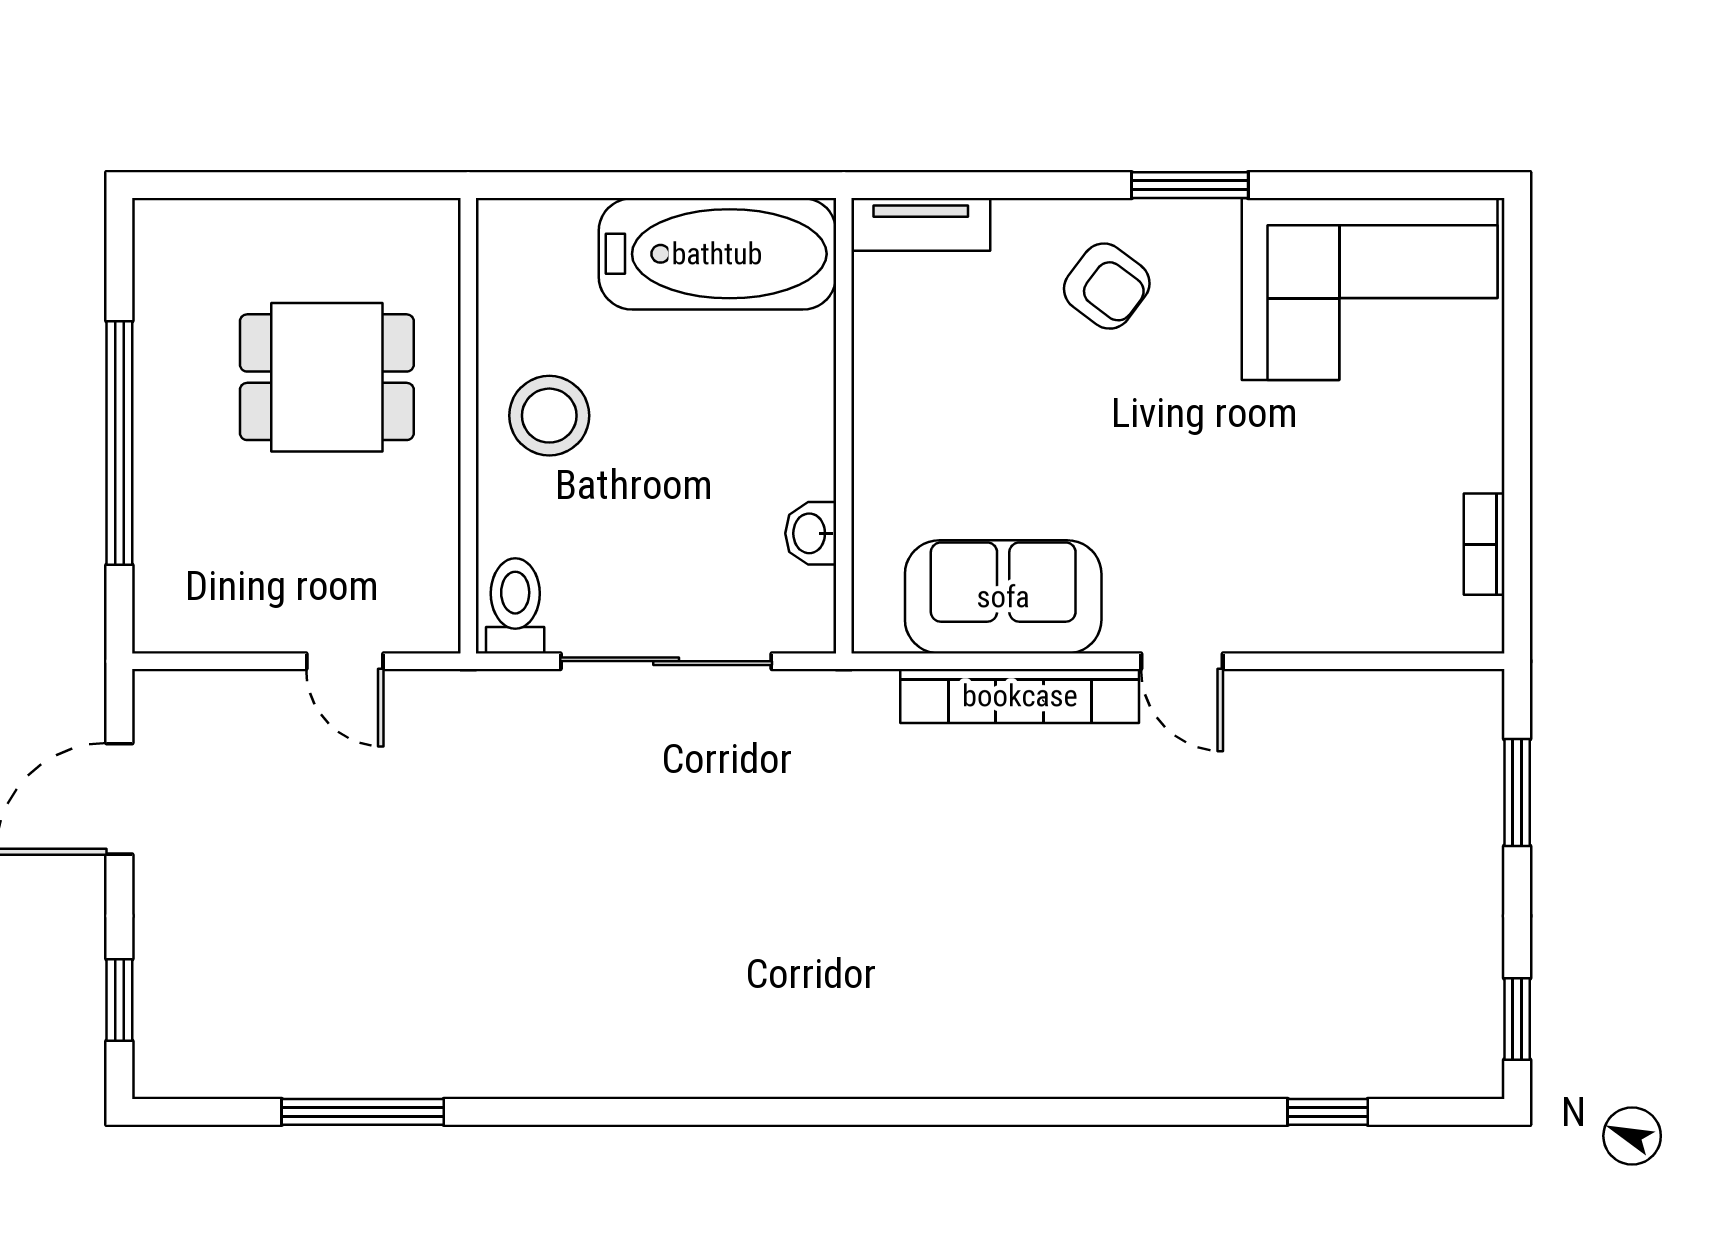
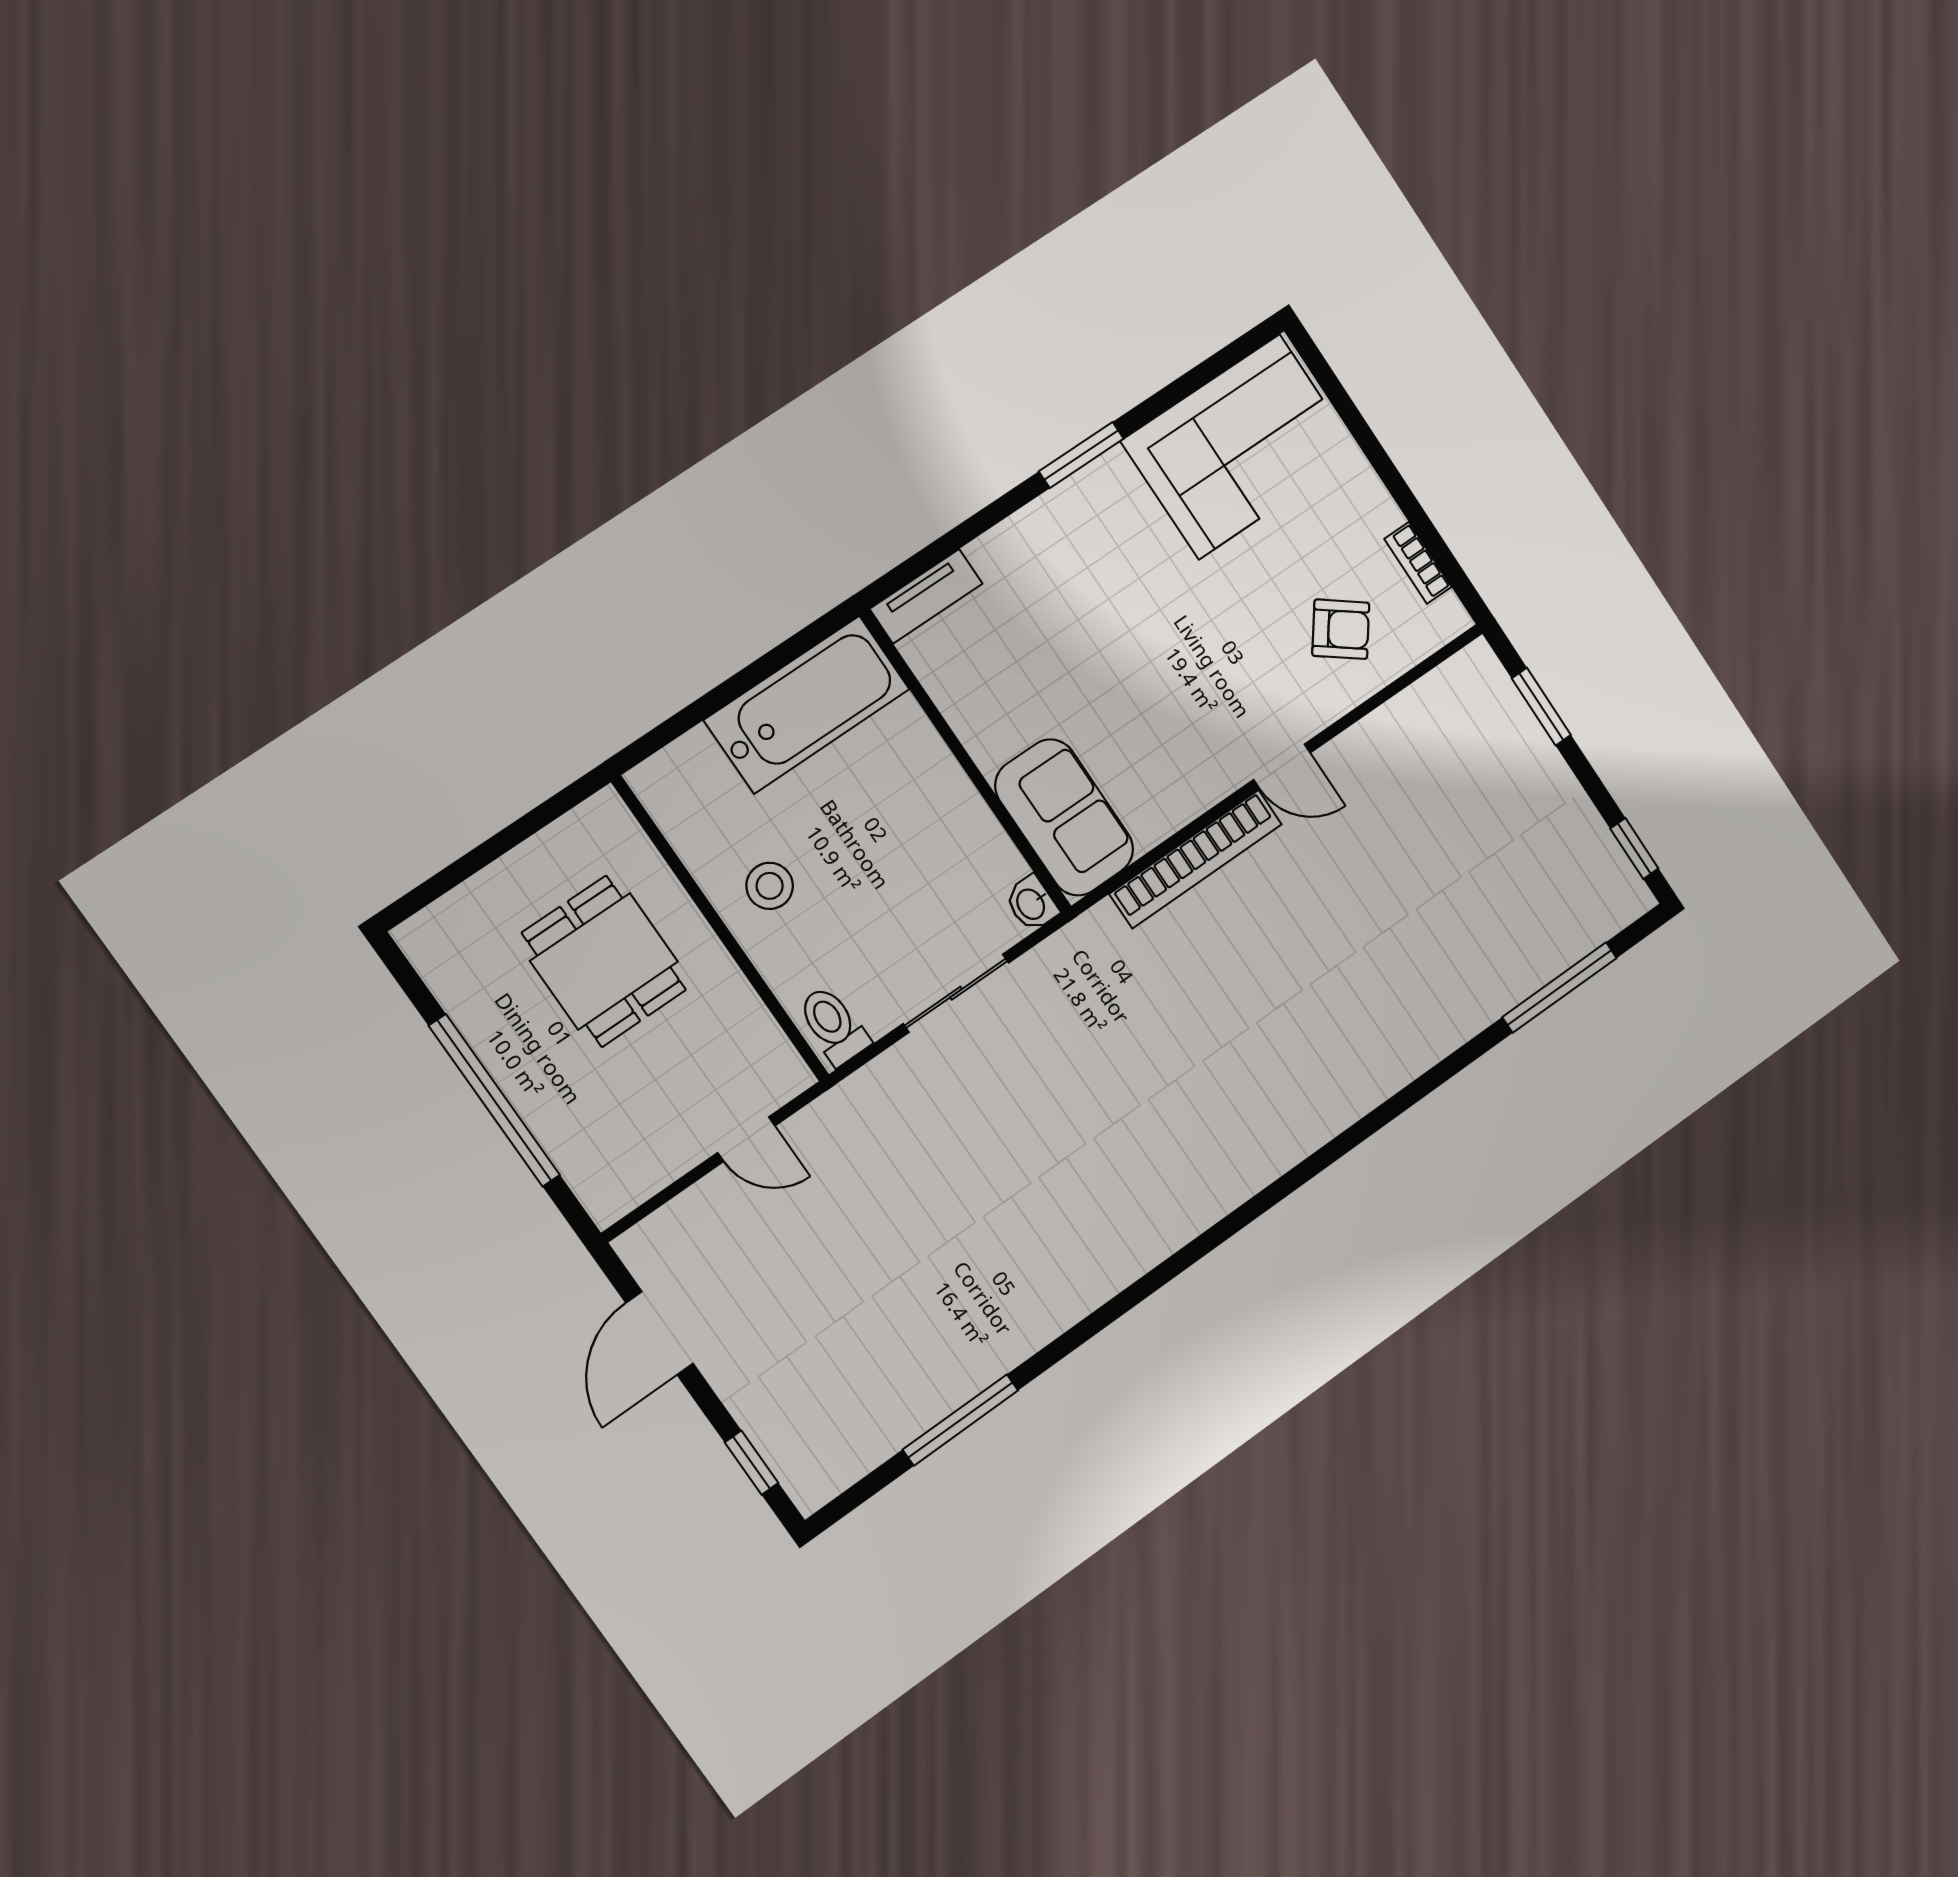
armchair: (1107, 286) -> (1341, 629), moved
dining table: (327, 377) -> (604, 961), turned 90
stool: (549, 416) -> (770, 886), width x0.73, depth x0.73
washbasin: (811, 533) -> (1032, 904), moved
sofa: (1003, 597) -> (1064, 818), moved, turned 90
sliding door: (666, 661) -> (956, 993), width x0.73
window: (1328, 1112) -> (1560, 987), width x2.17

